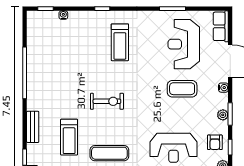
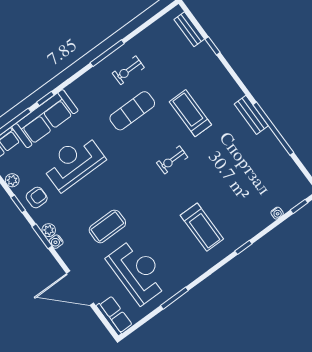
treadmill: (120, 42) -> (202, 227), turned 180
water cooler: (223, 88) -> (56, 242), moved
exercise bike: (107, 101) -> (172, 160), width x0.73, depth x0.72
bench: (33, 127) -> (251, 115), moved
treadmill: (69, 137) -> (190, 113), moved
armchair: (215, 142) -> (37, 197), turned 90

